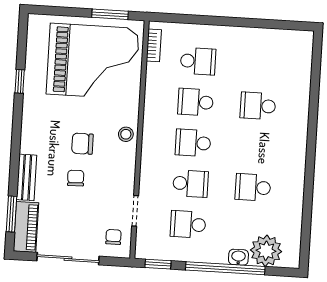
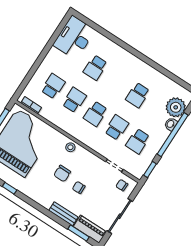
desk: (283, 52) -> (74, 38), added
school desk: (196, 102) -> (74, 100), turned 180

